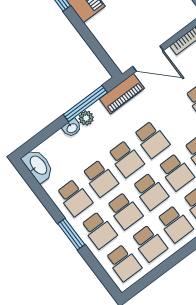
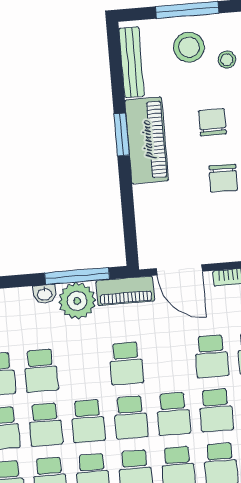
plant: (86, 118) -> (77, 301), width x1.88, depth x1.88
school desk: (126, 159) -> (84, 367), removed

